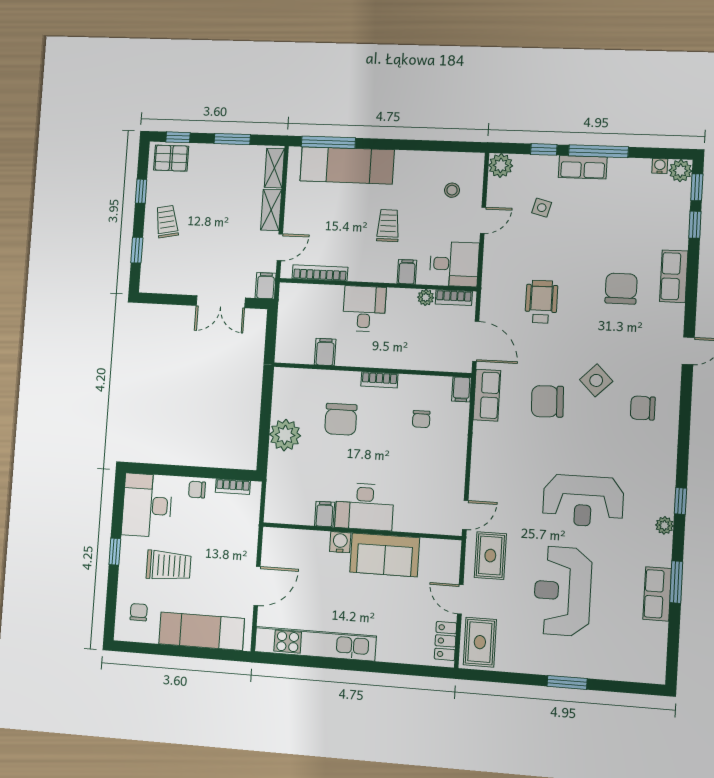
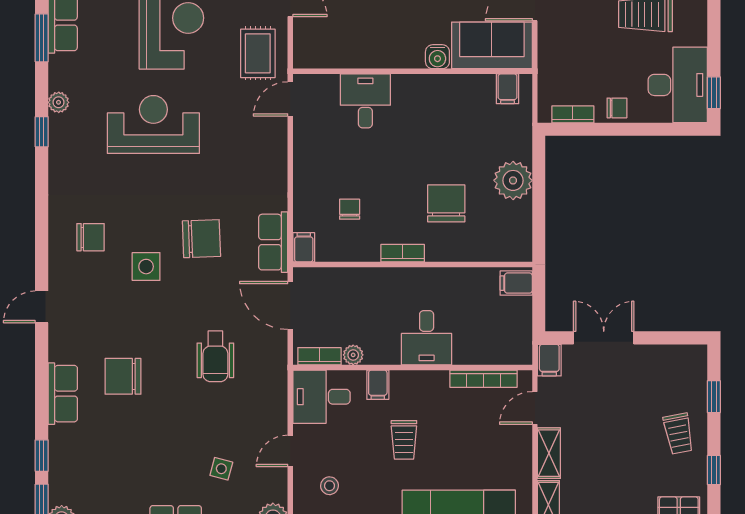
chair: (621, 289) -> (123, 376), turned 90
filing cabinet: (325, 352) -> (516, 283), moved, turned 90
side table: (596, 380) -> (146, 267), turned 45
desk: (364, 507) -> (365, 101), moved, width x0.73
filing cabinet: (325, 514) -> (507, 89), moved
window: (115, 552) -> (714, 93), moved
sofa: (385, 555) -> (492, 45), moved

